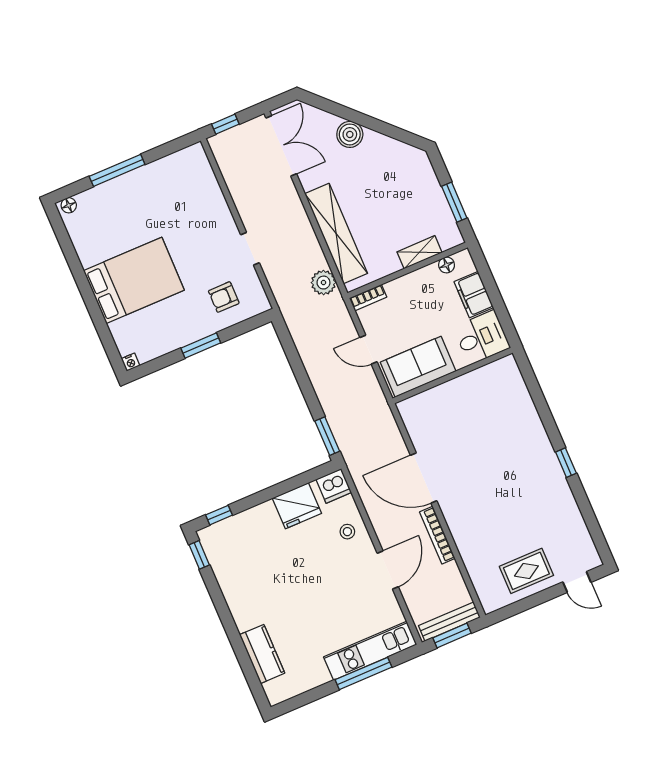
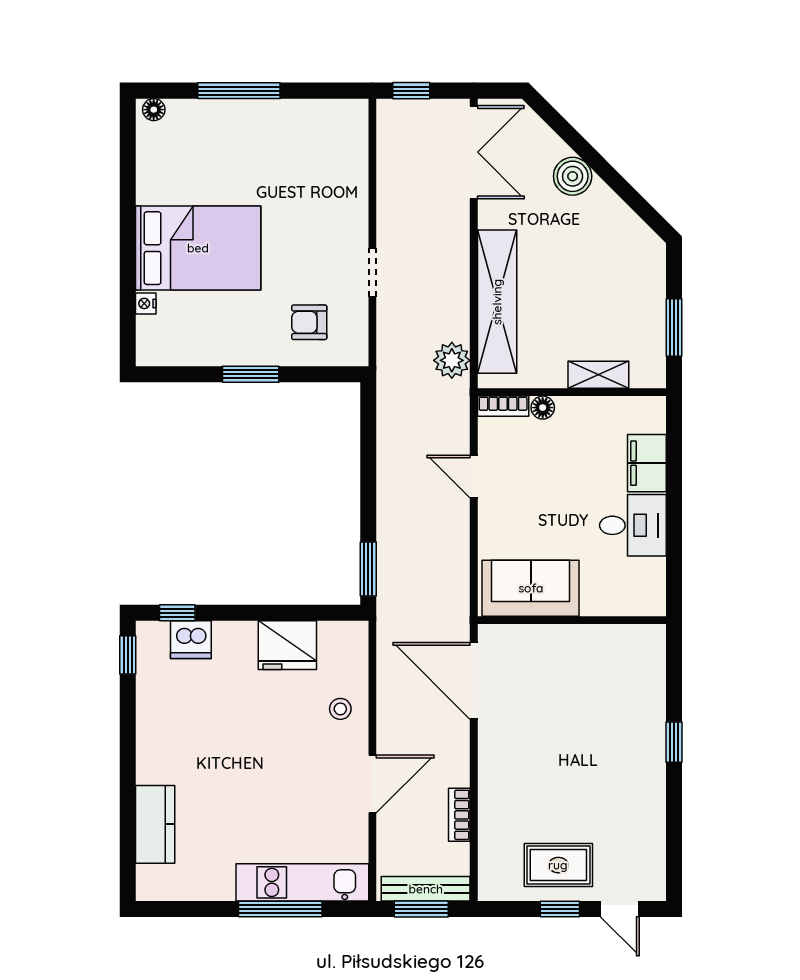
floor lamp: (447, 265) -> (543, 408), moved
nightstand: (131, 362) -> (146, 303), moved, turned 90
sofa: (418, 367) -> (531, 588), moved
wall: (453, 376) -> (572, 620), moved
dishwasher: (334, 486) -> (191, 640), moved
bookcase: (437, 535) -> (459, 815), moved, width x0.64
window: (539, 598) -> (560, 909), added

